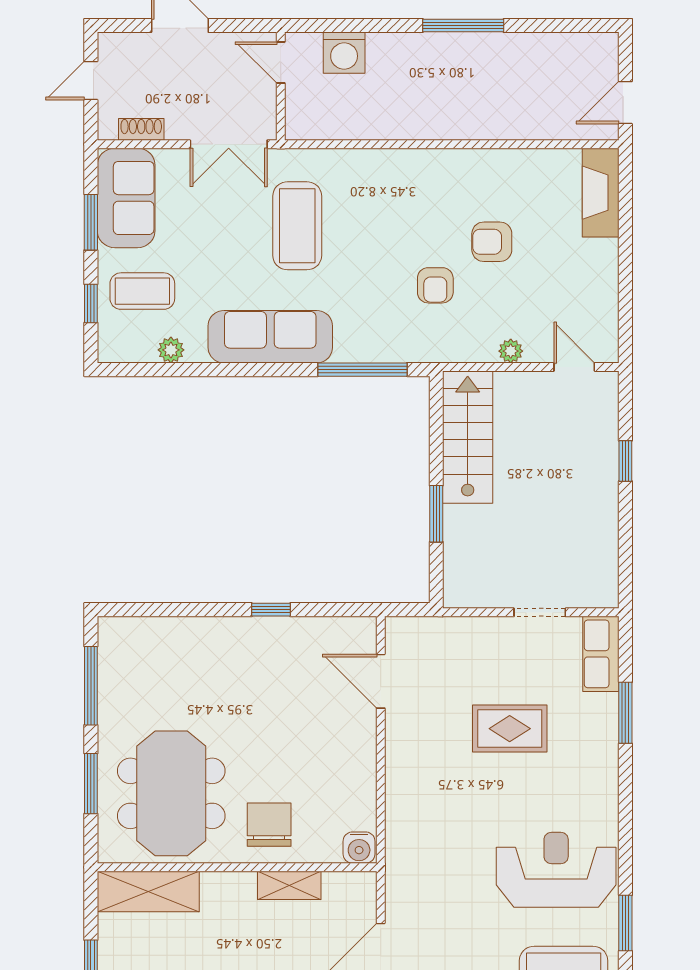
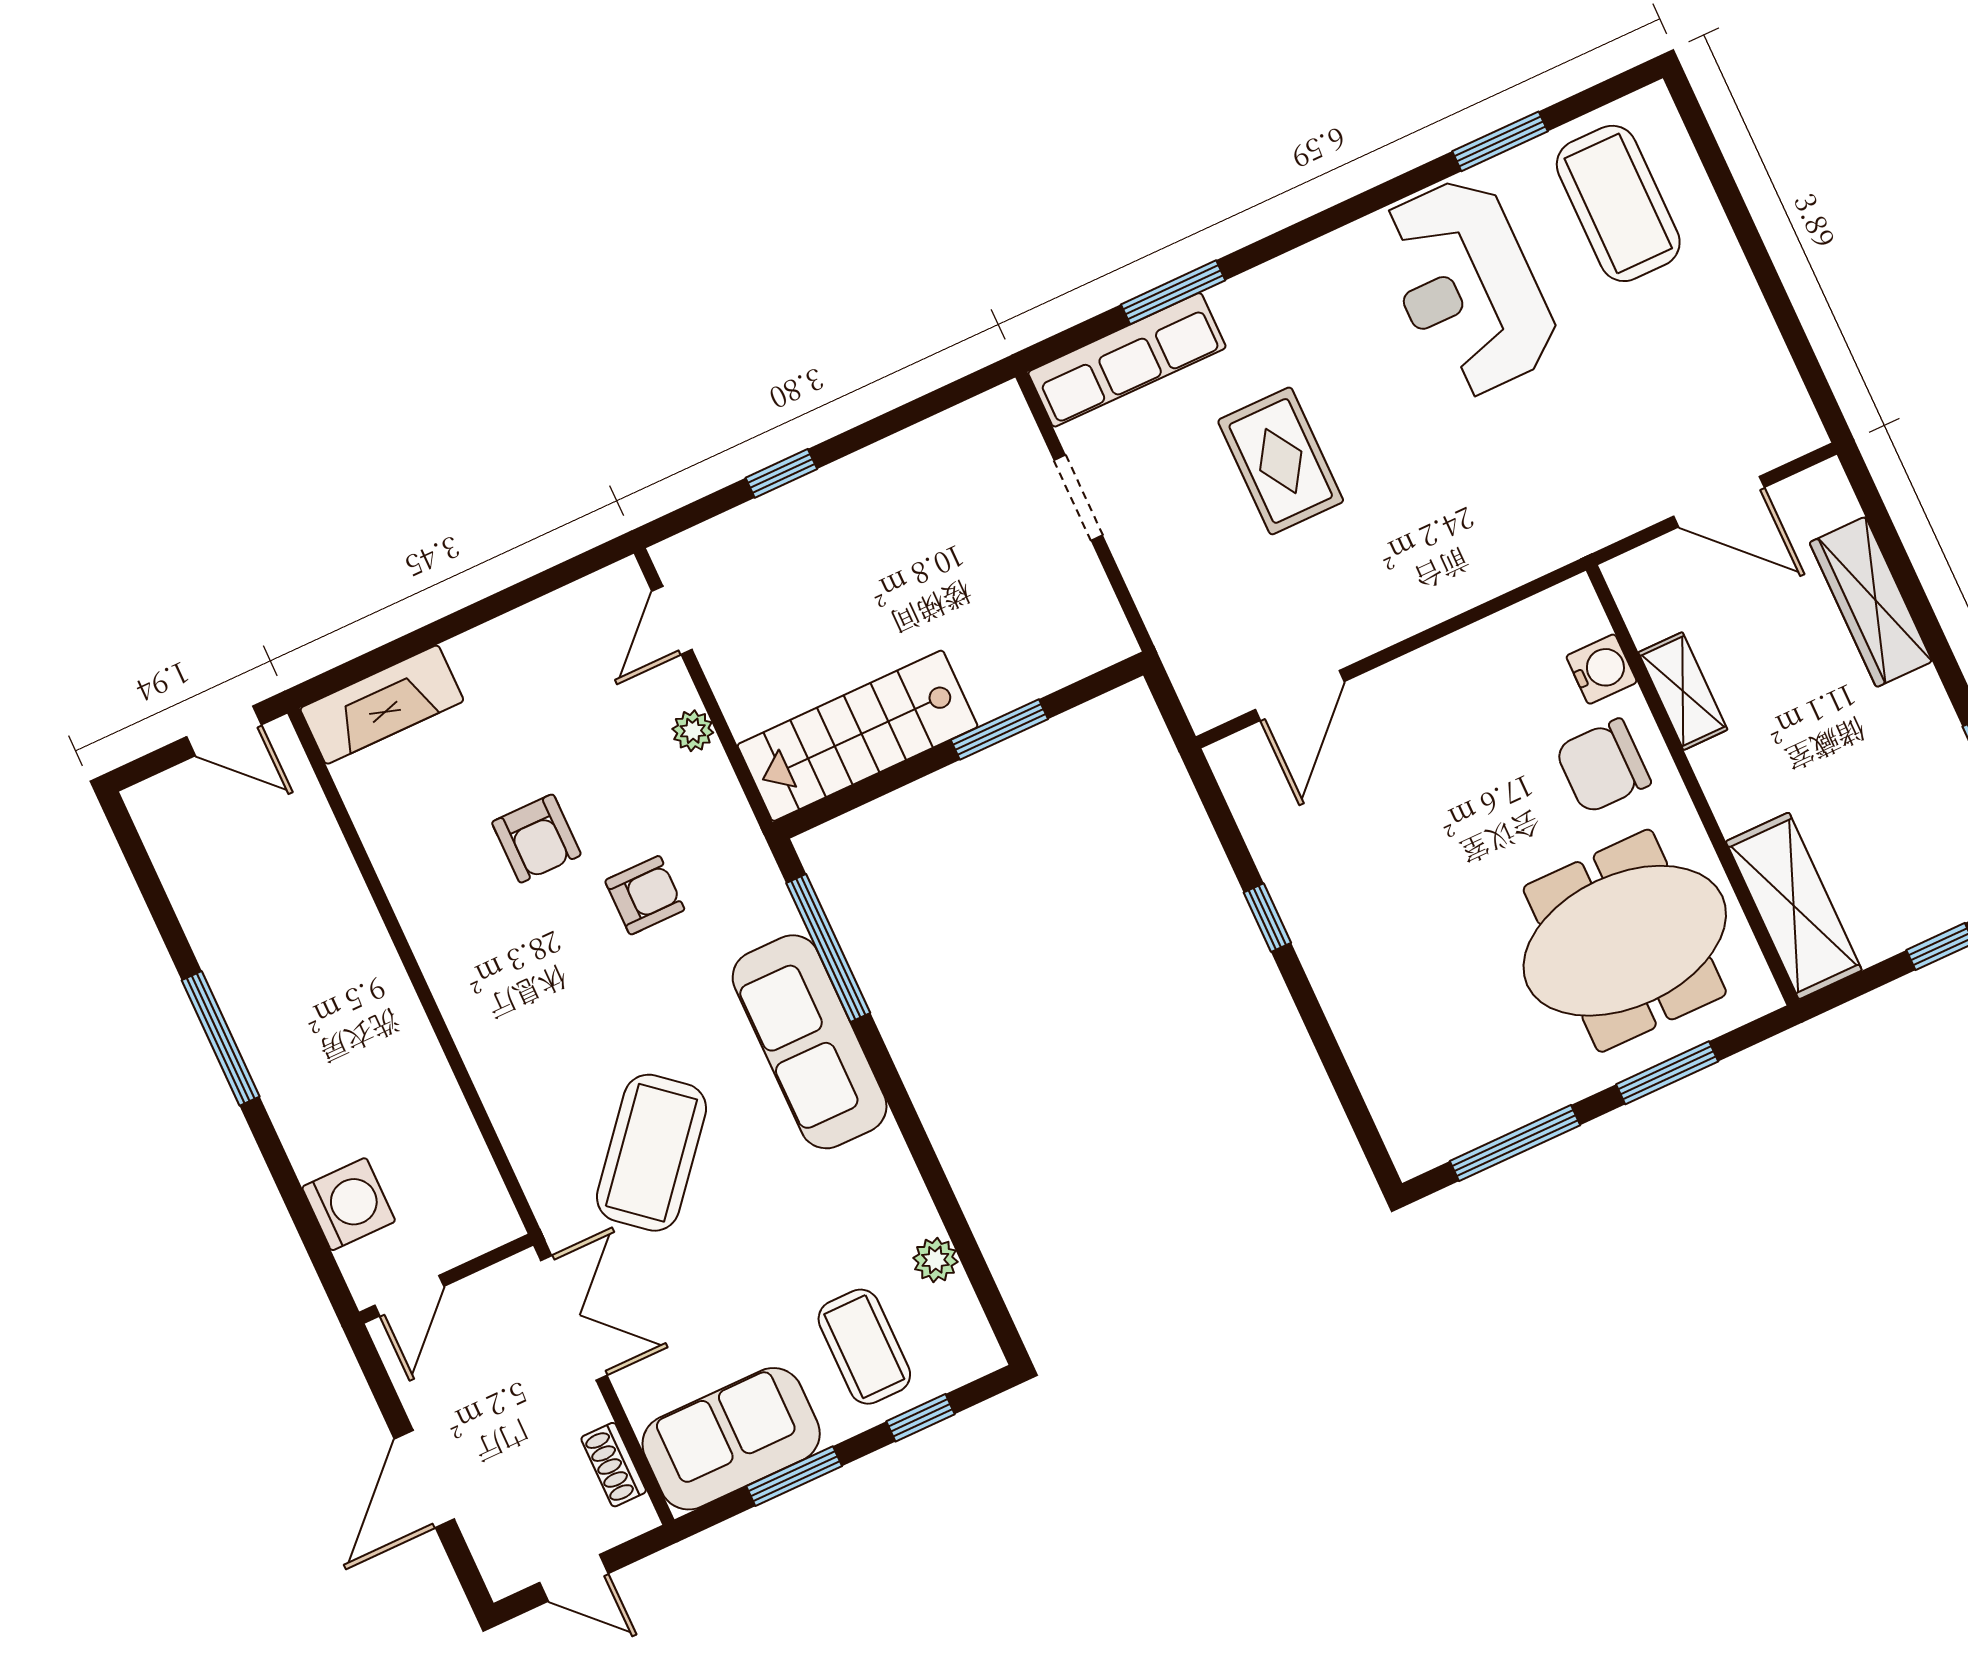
coffee table: (297, 226) -> (651, 1153), turned -50
sofa: (270, 337) -> (810, 1042), moved
row of seats: (601, 654) -> (1127, 360), width x1.48
water cooler: (359, 848) -> (1602, 669), moved

